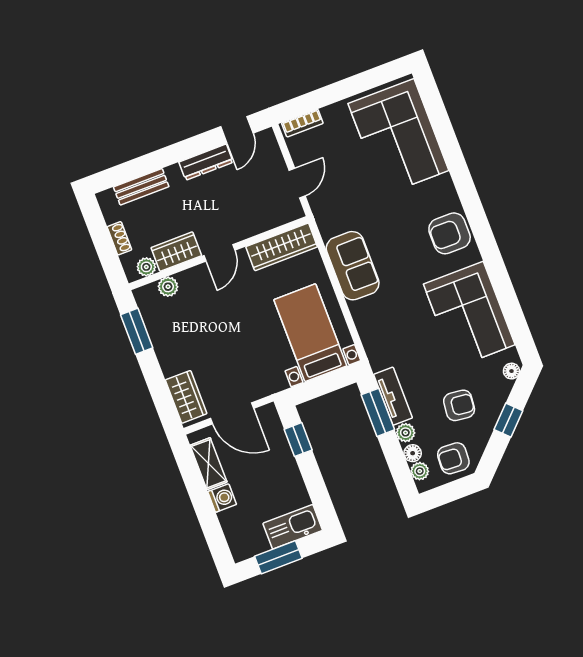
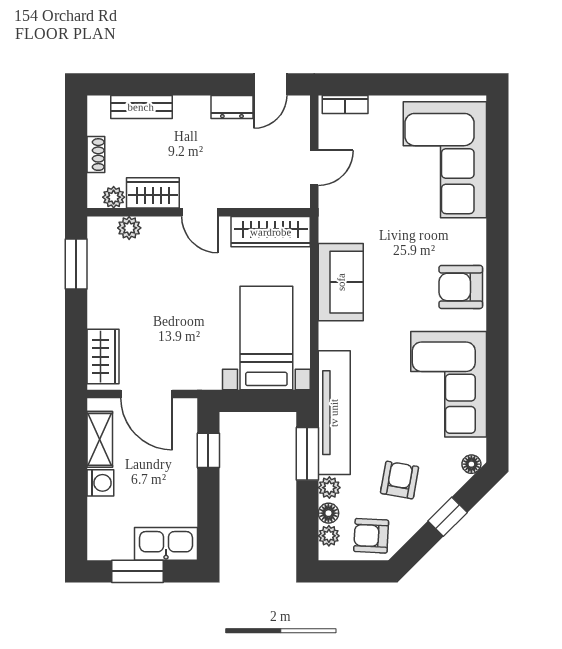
dresser: (206, 162) -> (232, 107), width x0.70
door: (219, 253) -> (200, 212), hinge flipped
tv unit: (393, 396) -> (334, 413), width x1.92, depth x1.29
armchair: (459, 405) -> (400, 480), turned -86

